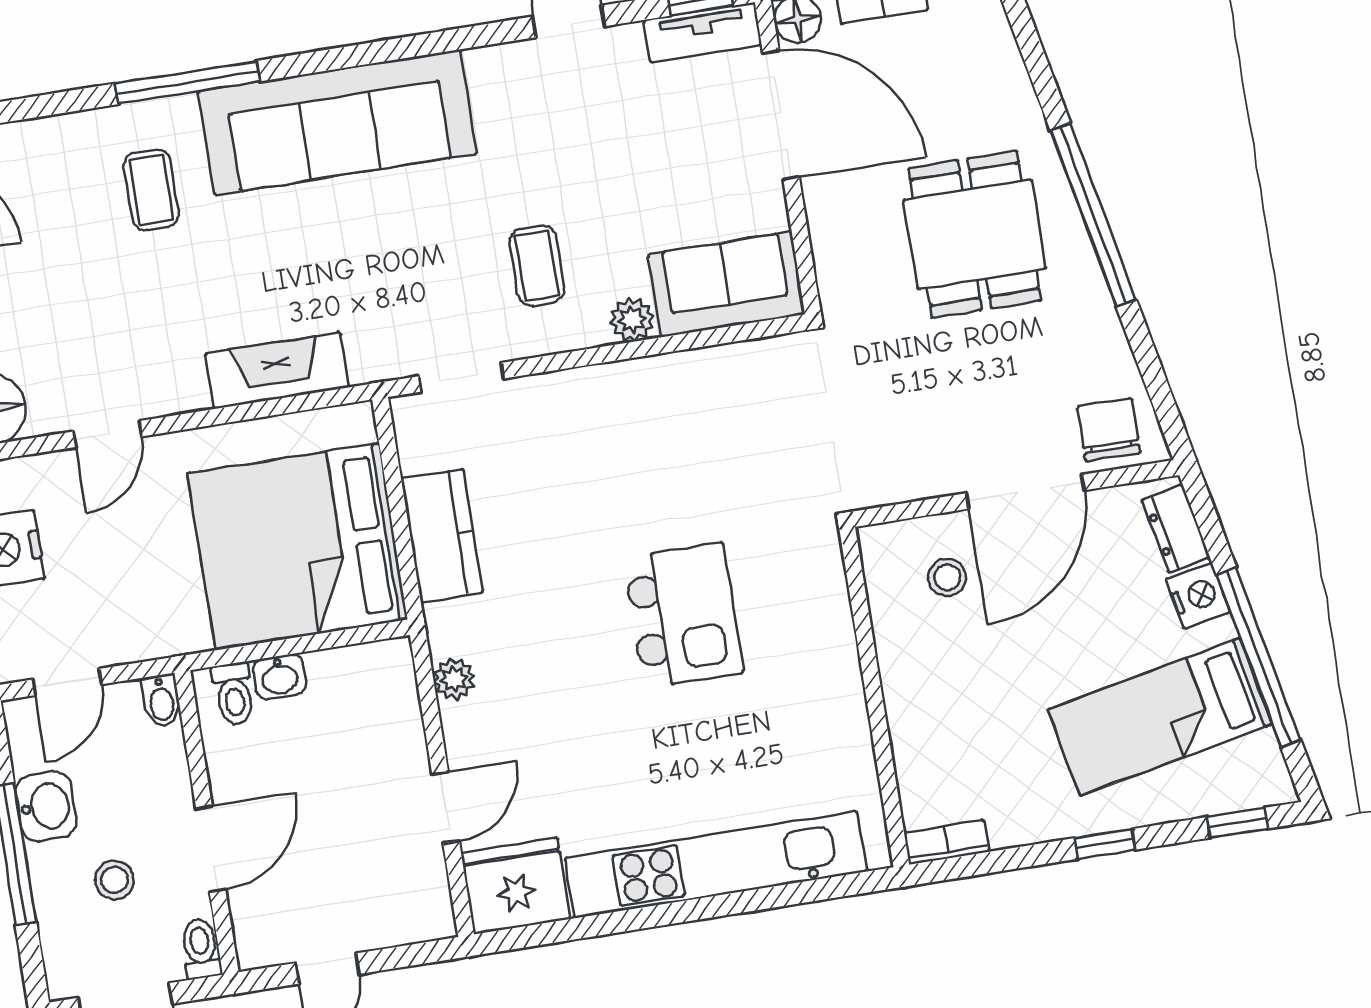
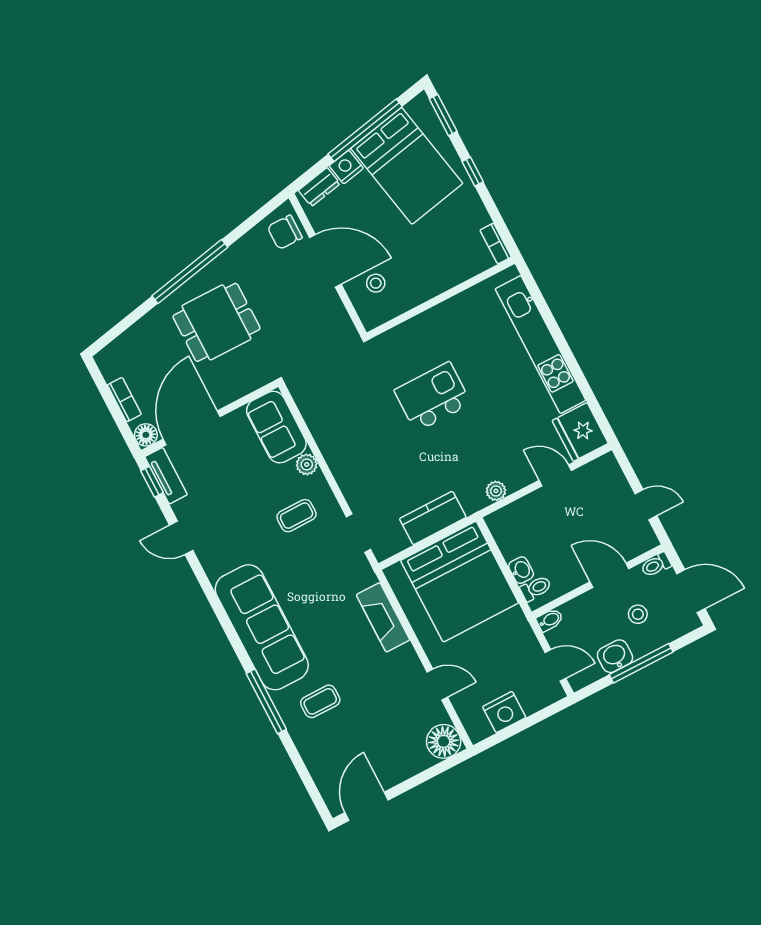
bed: (1160, 717) -> (407, 166), width x1.50
window: (1237, 823) -> (443, 115), width x1.50

